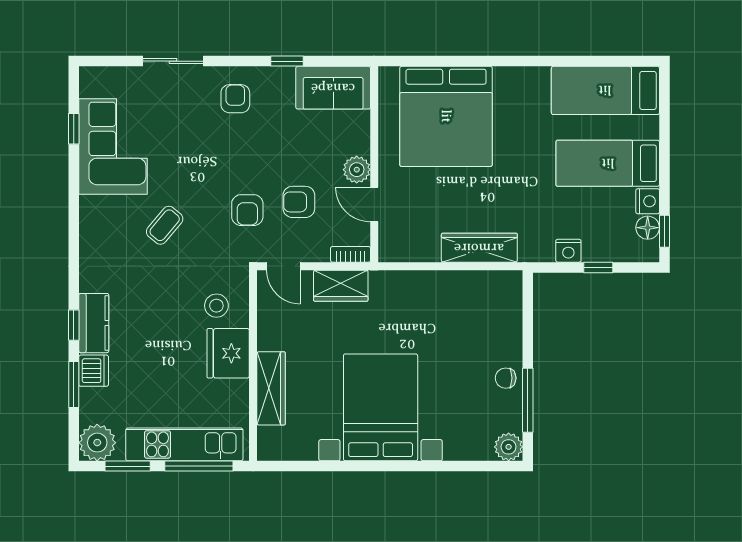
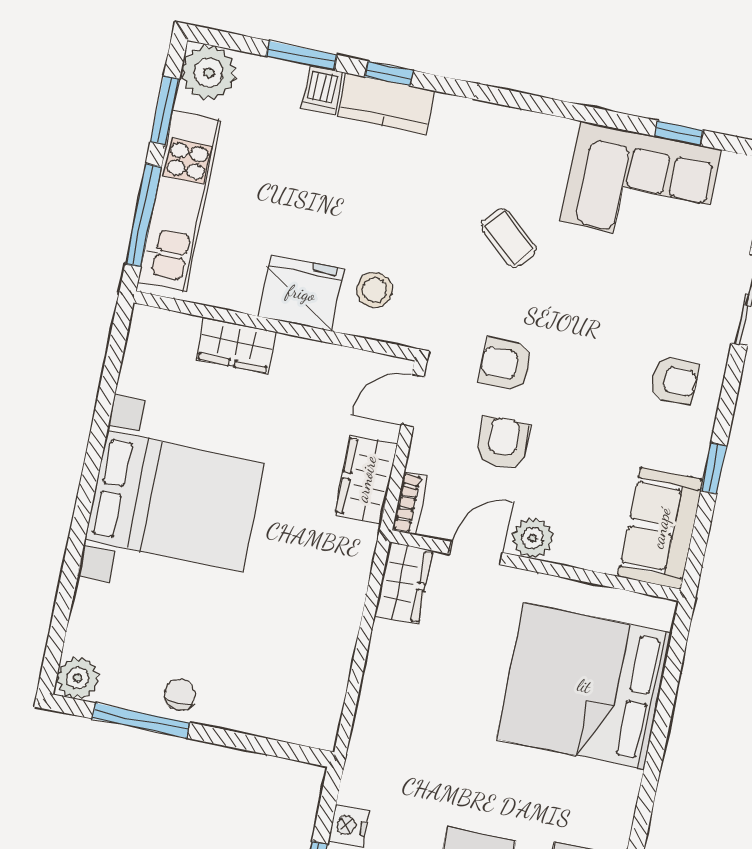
wardrobe: (479, 248) -> (403, 583), moved, width x0.67
dishwasher: (94, 371) -> (322, 90), width x0.73
wardrobe: (271, 388) -> (236, 345), width x0.67

